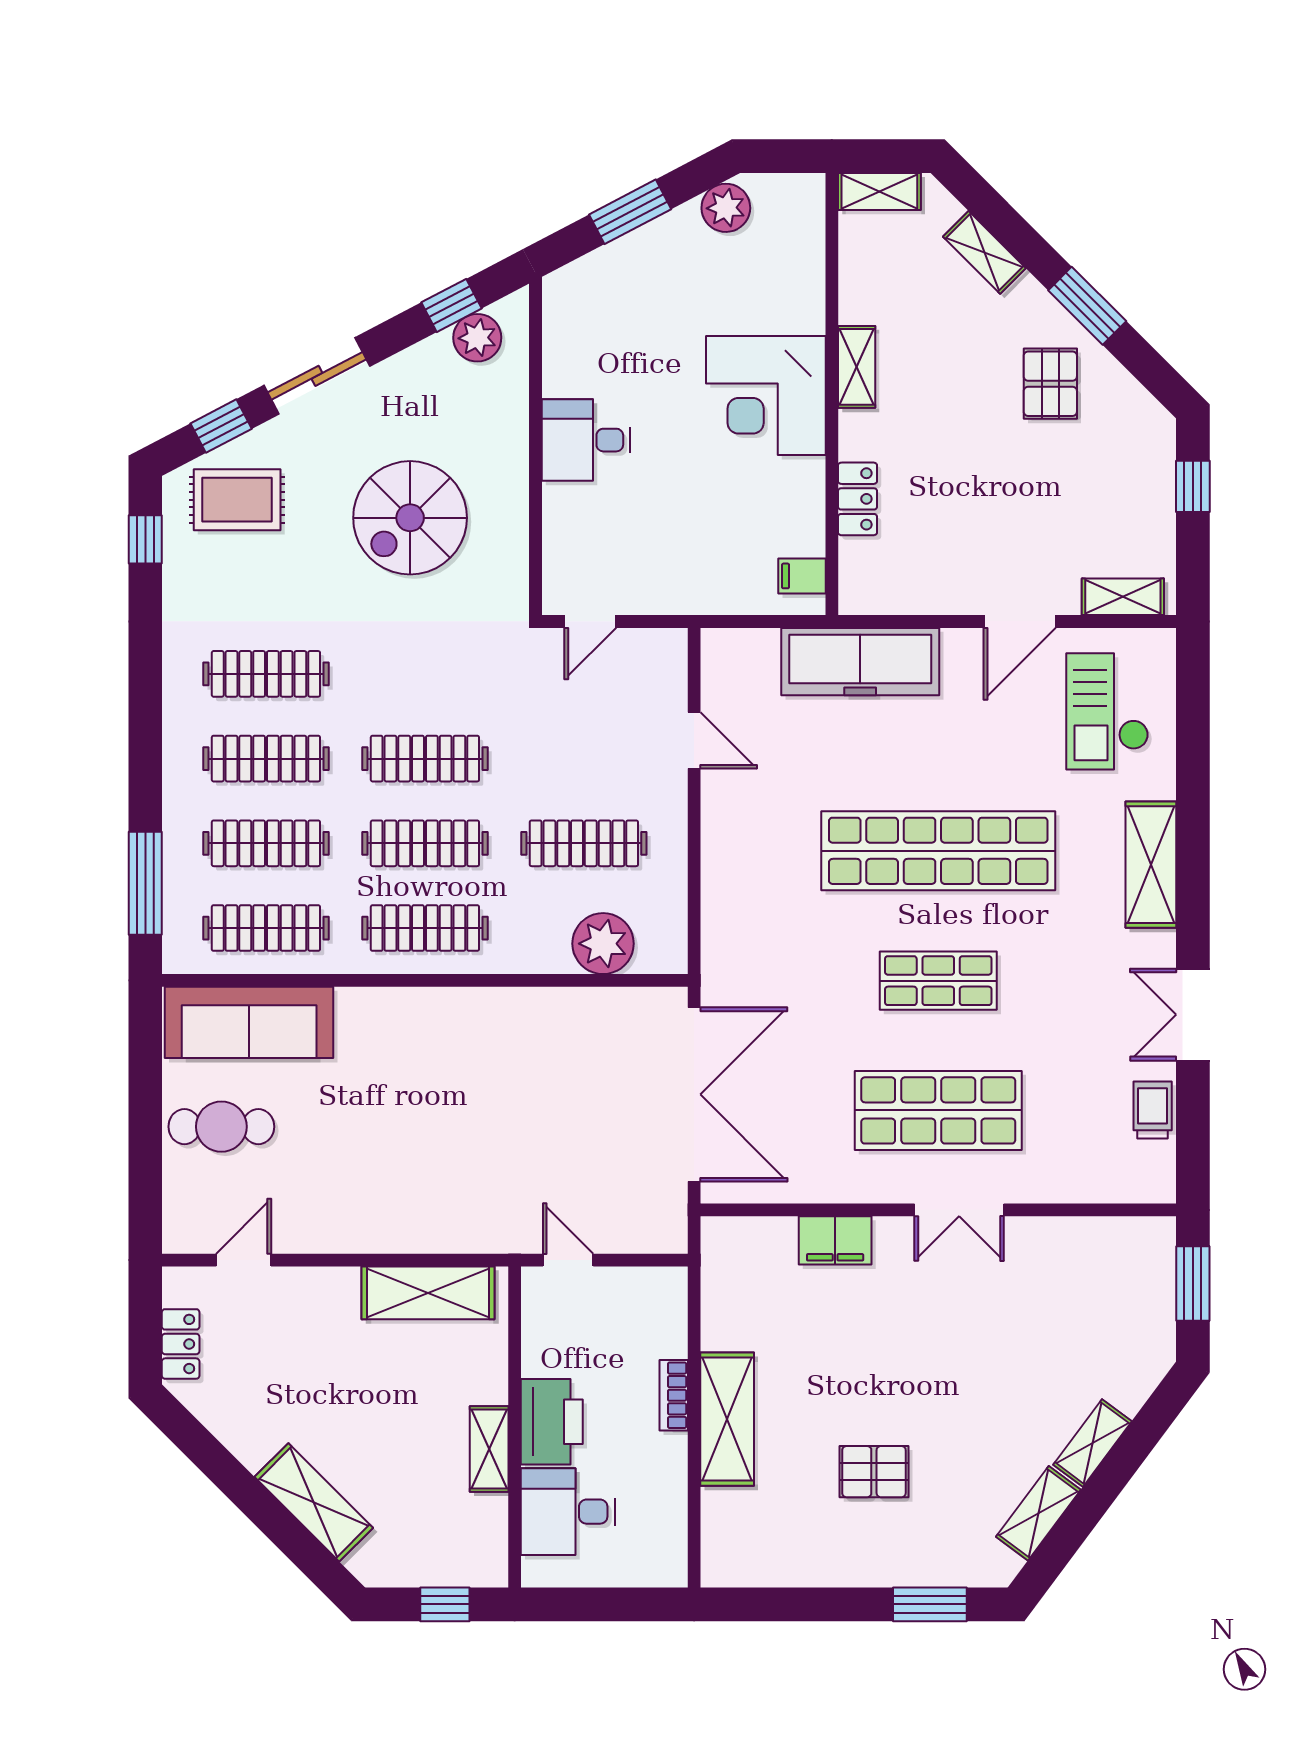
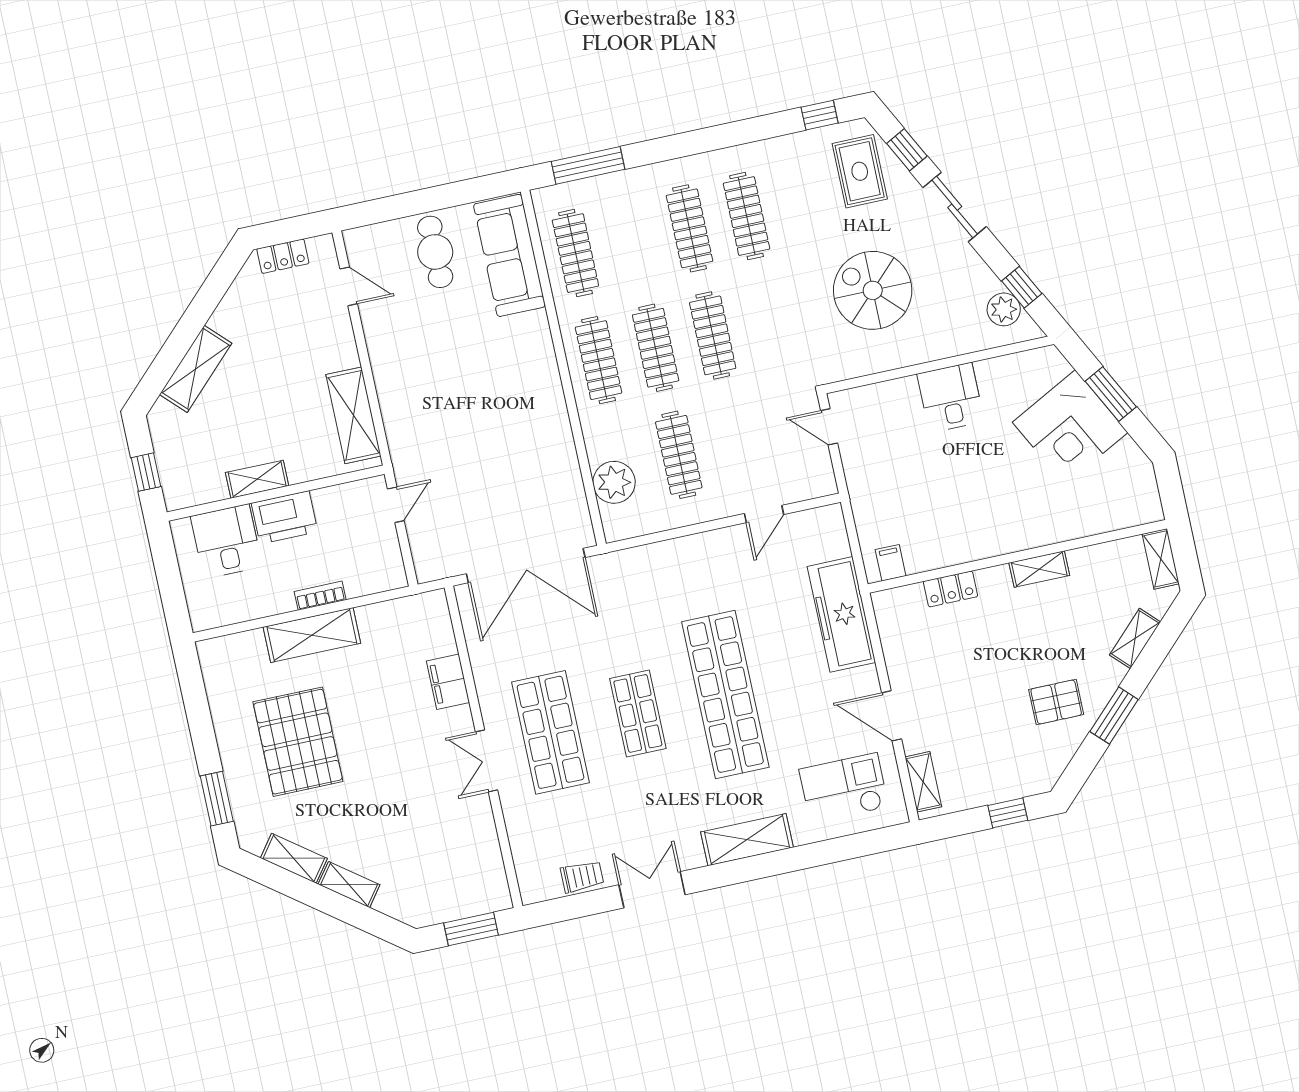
plant: (726, 208) -> (1127, 458), removed
corner desk: (766, 395) -> (1070, 427), moved, turned -118
clothes rail: (266, 843) -> (632, 241), removed
pallet: (874, 1472) -> (298, 742), width x2.05, depth x2.00

